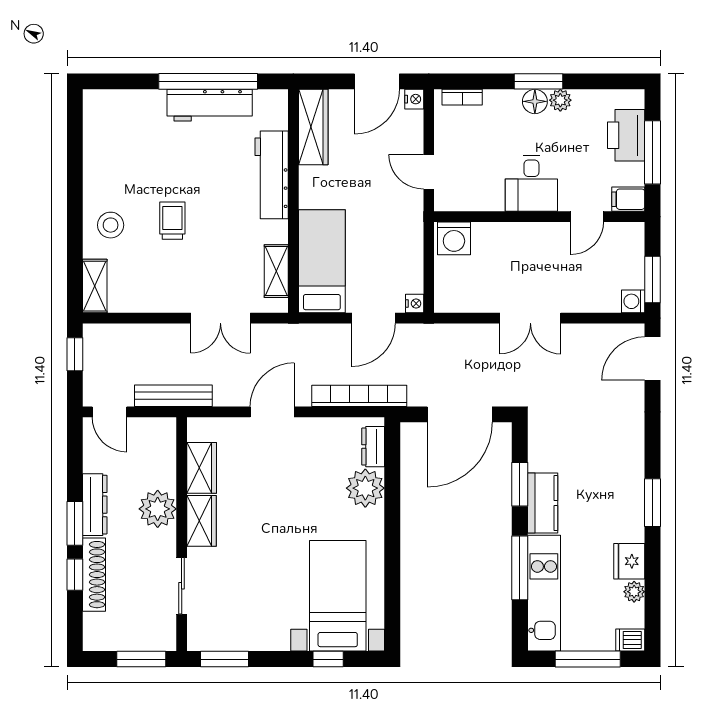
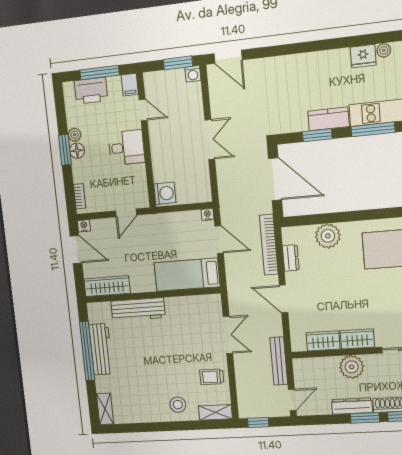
trolley: (172, 221) -> (212, 377), moved
shelving: (276, 271) -> (105, 409), moved, turned 90
dresser: (373, 447) -> (291, 258), moved, turned -90
window: (653, 503) -> (322, 45), removed

